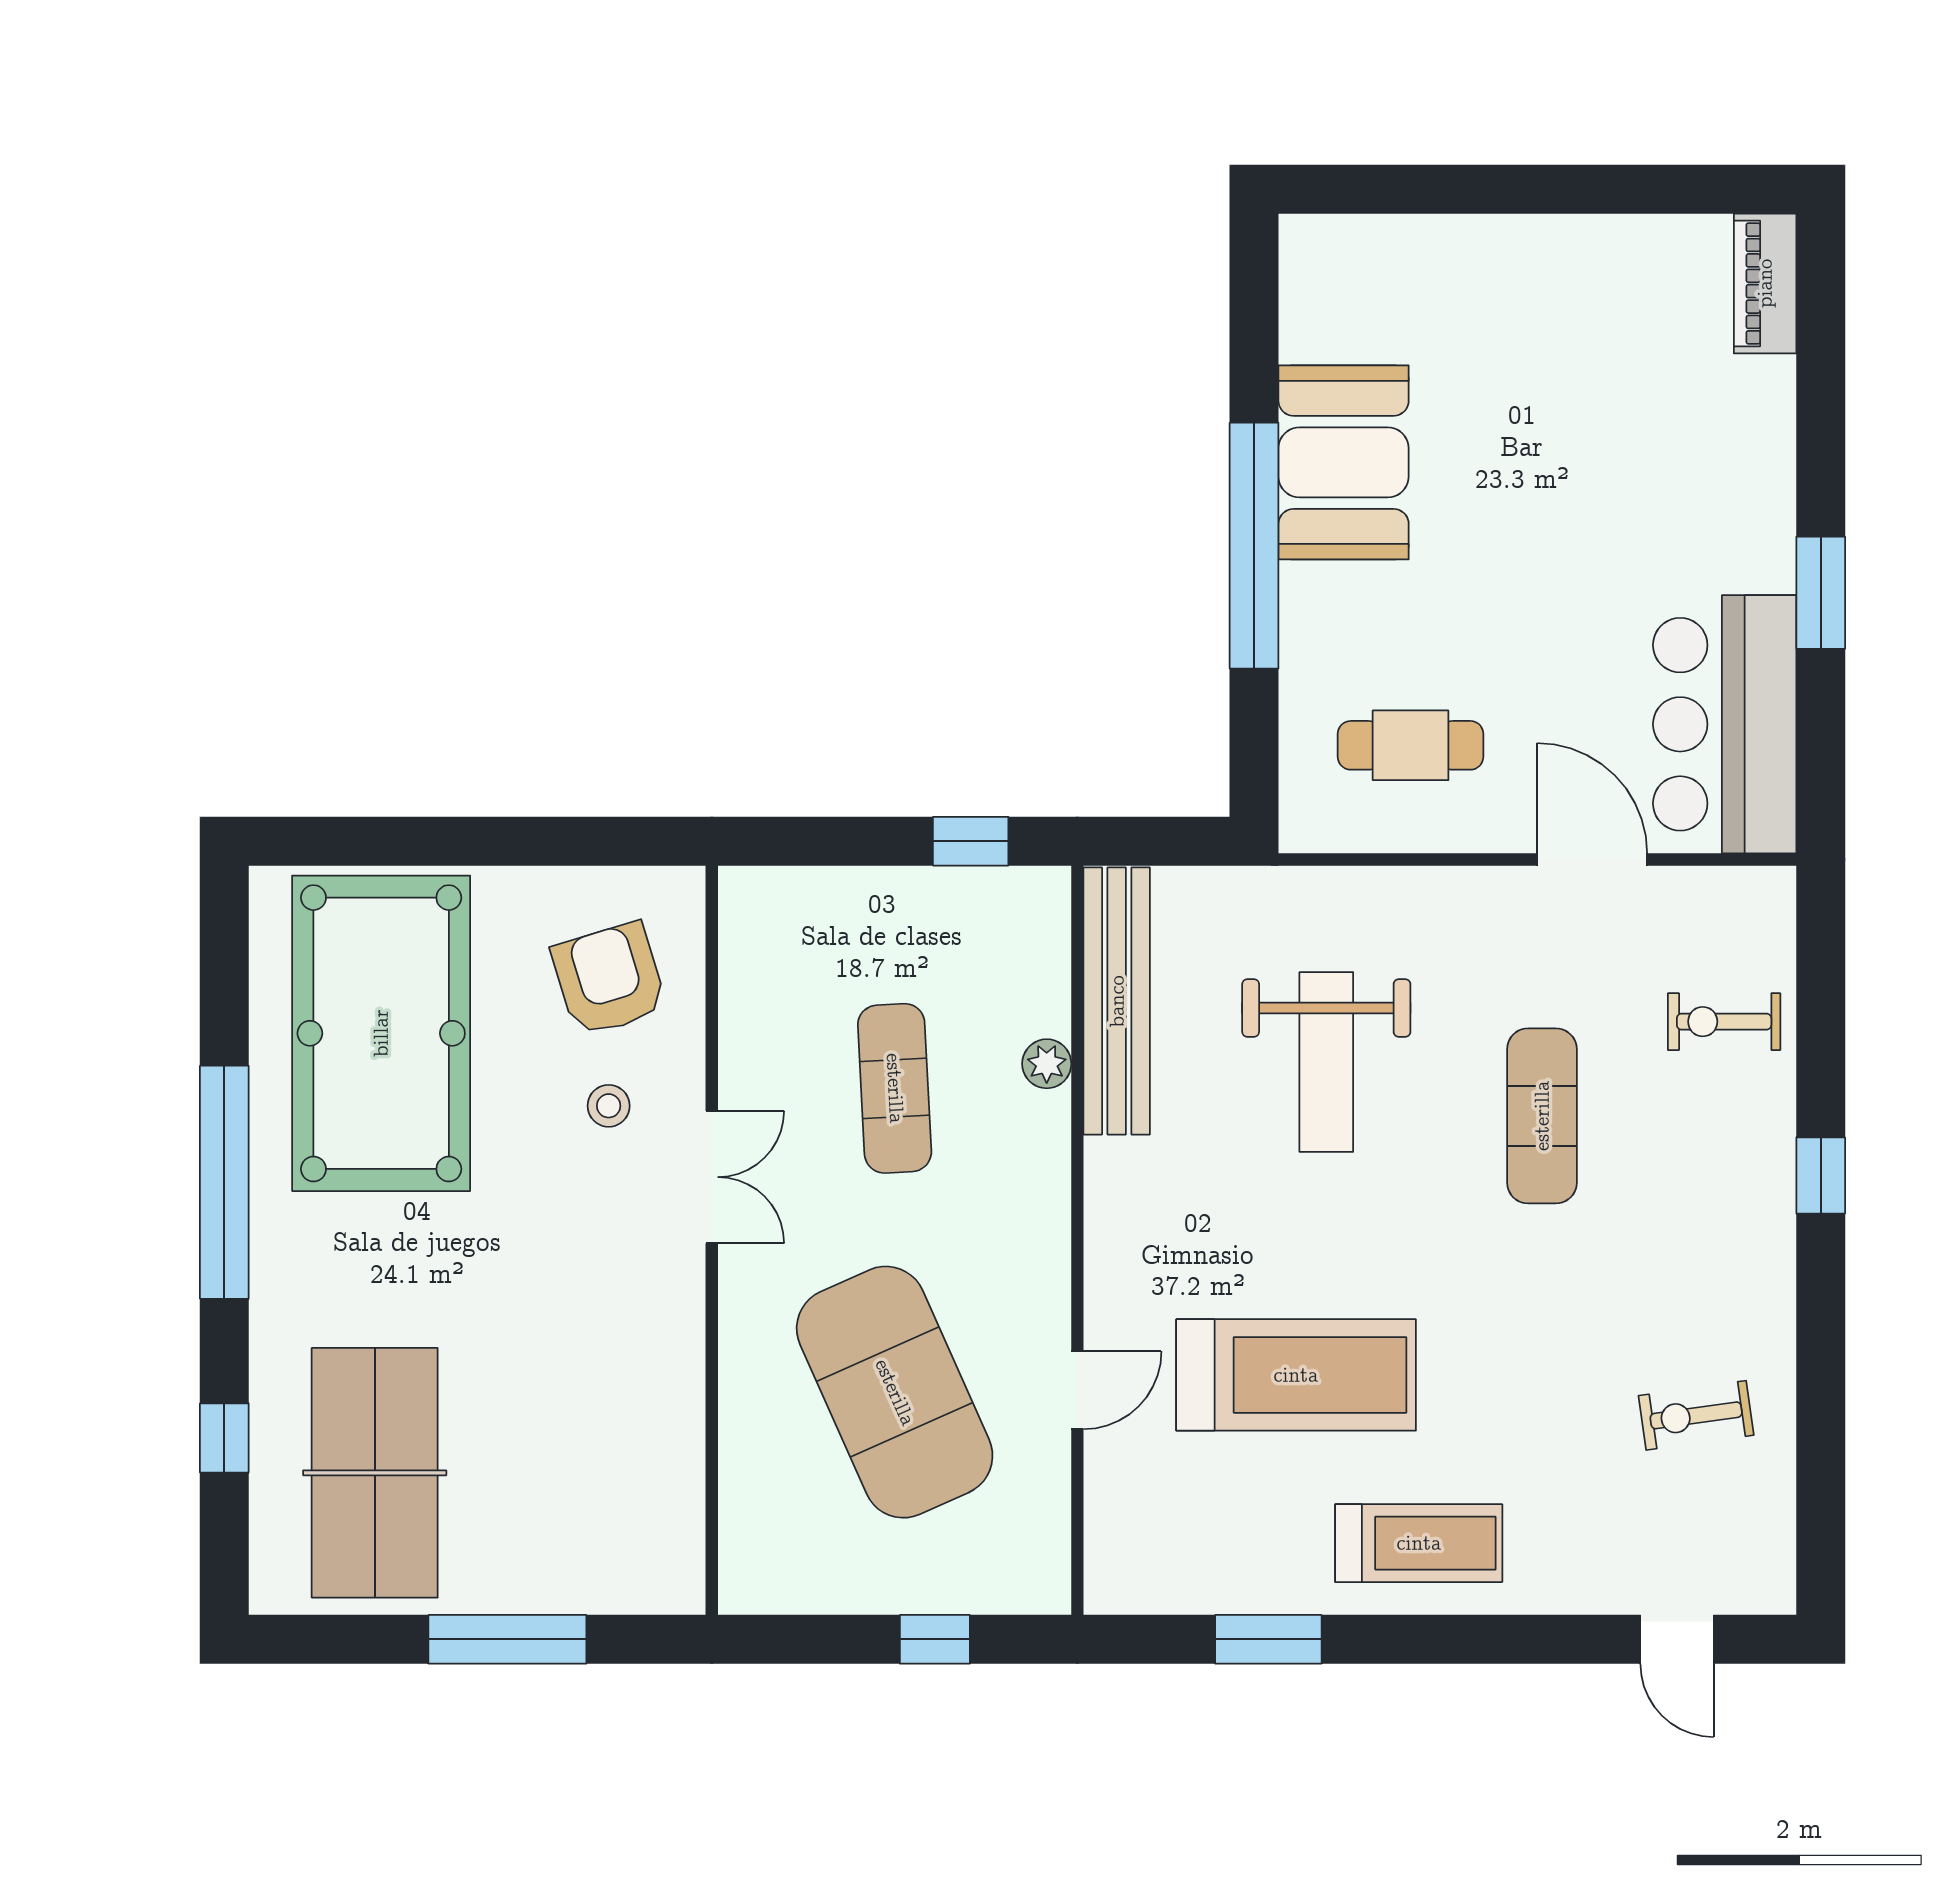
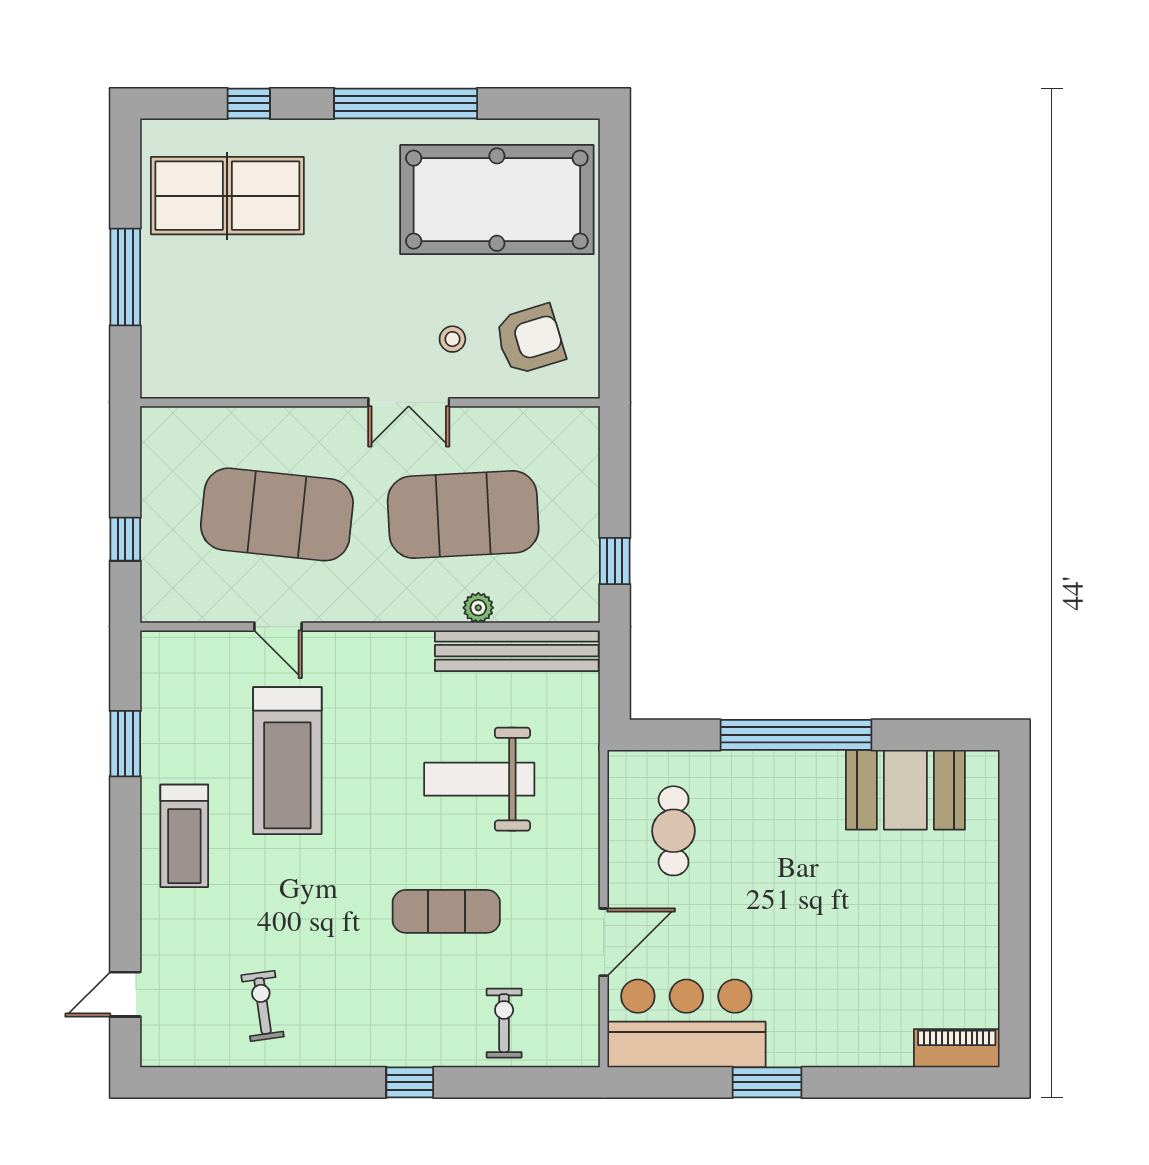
booth: (1344, 462) -> (905, 790), moved
exercise mat: (895, 1088) -> (463, 514), width x2.00, depth x1.45
exercise mat: (895, 1392) -> (277, 514), turned 30

